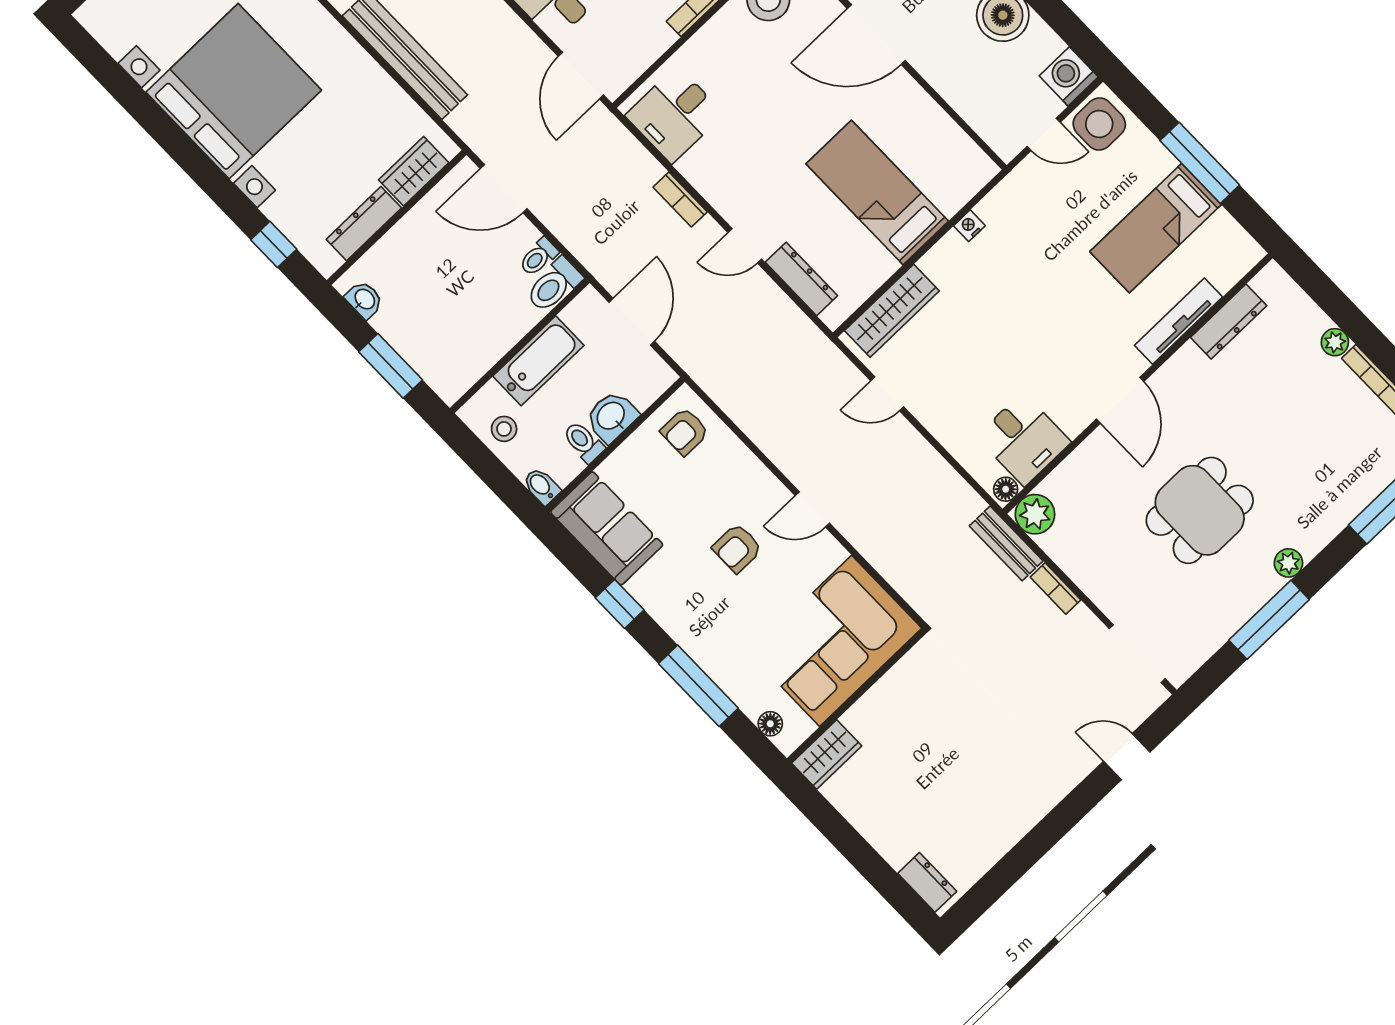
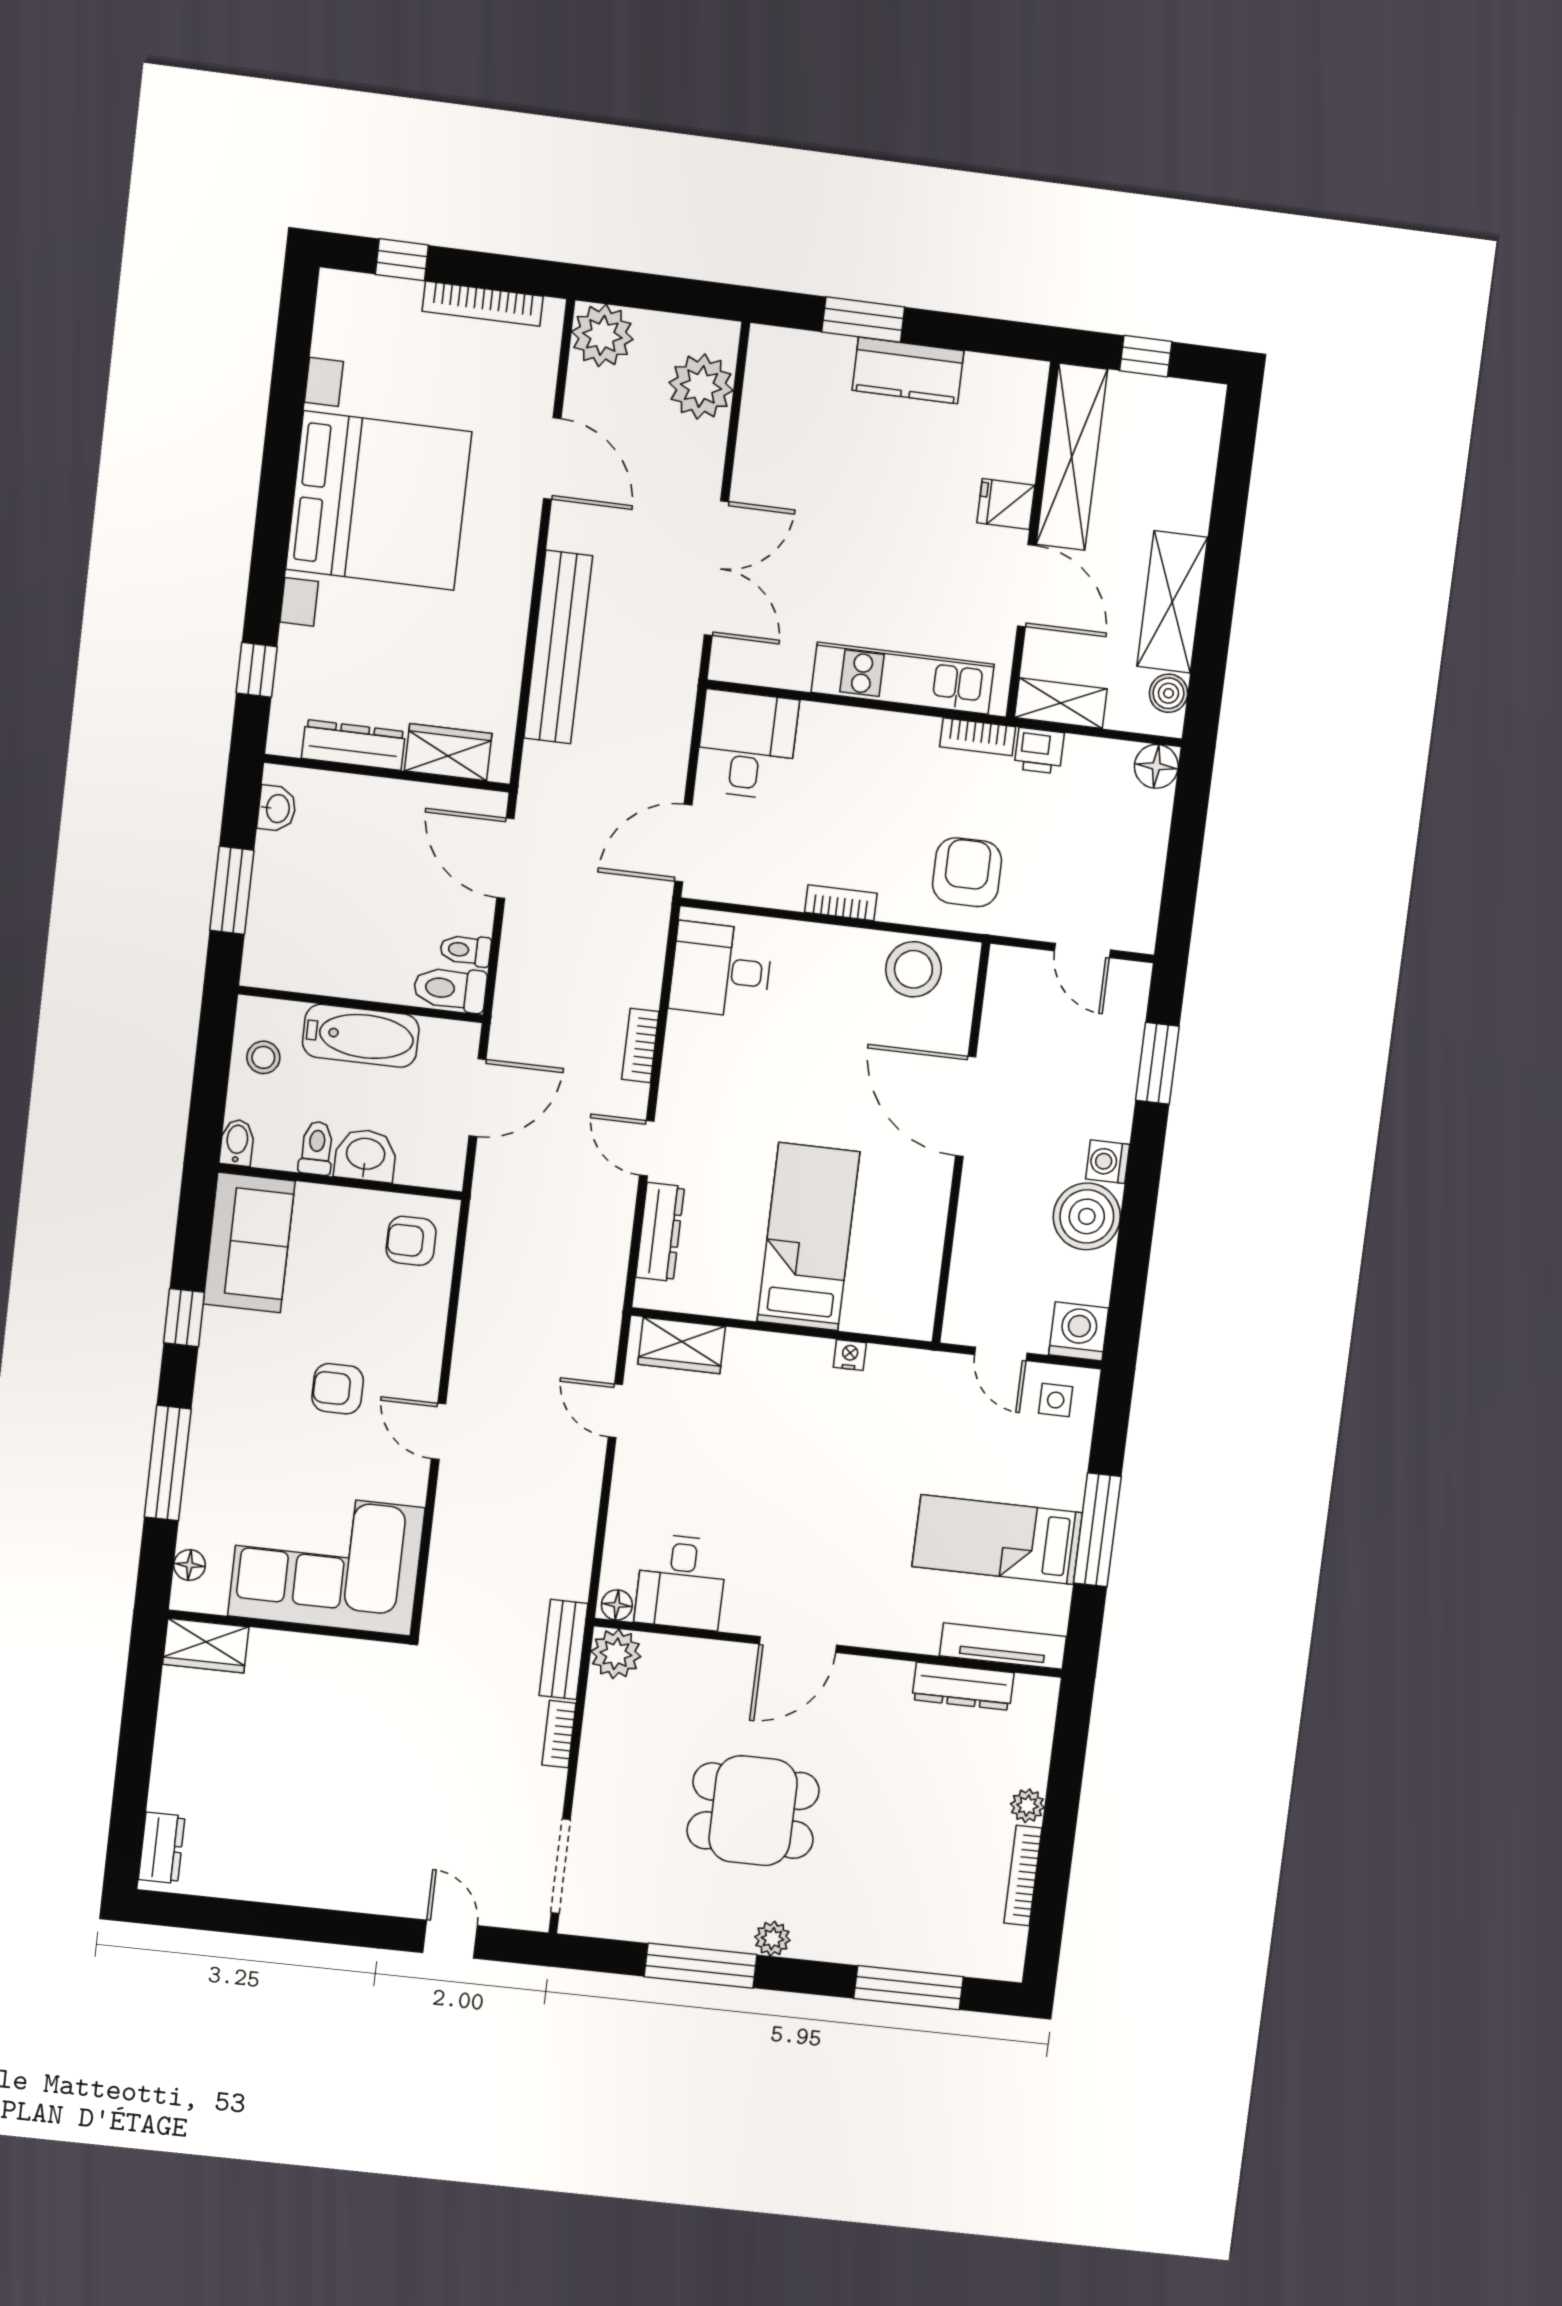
side table: (1099, 124) -> (1056, 1400), width x0.54, depth x0.54
wardrobe: (892, 311) -> (682, 1345), width x0.67
tv unit: (1179, 321) -> (1003, 1646), moved

